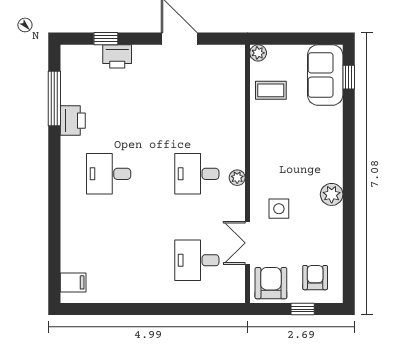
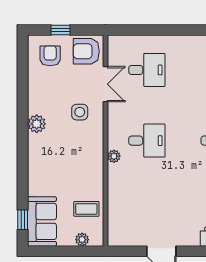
plant: (258, 53) -> (82, 240), moved
plant: (237, 178) -> (114, 156), moved
armchair: (315, 278) -> (50, 56), turned 180
armchair: (271, 283) -> (86, 51), turned 90

